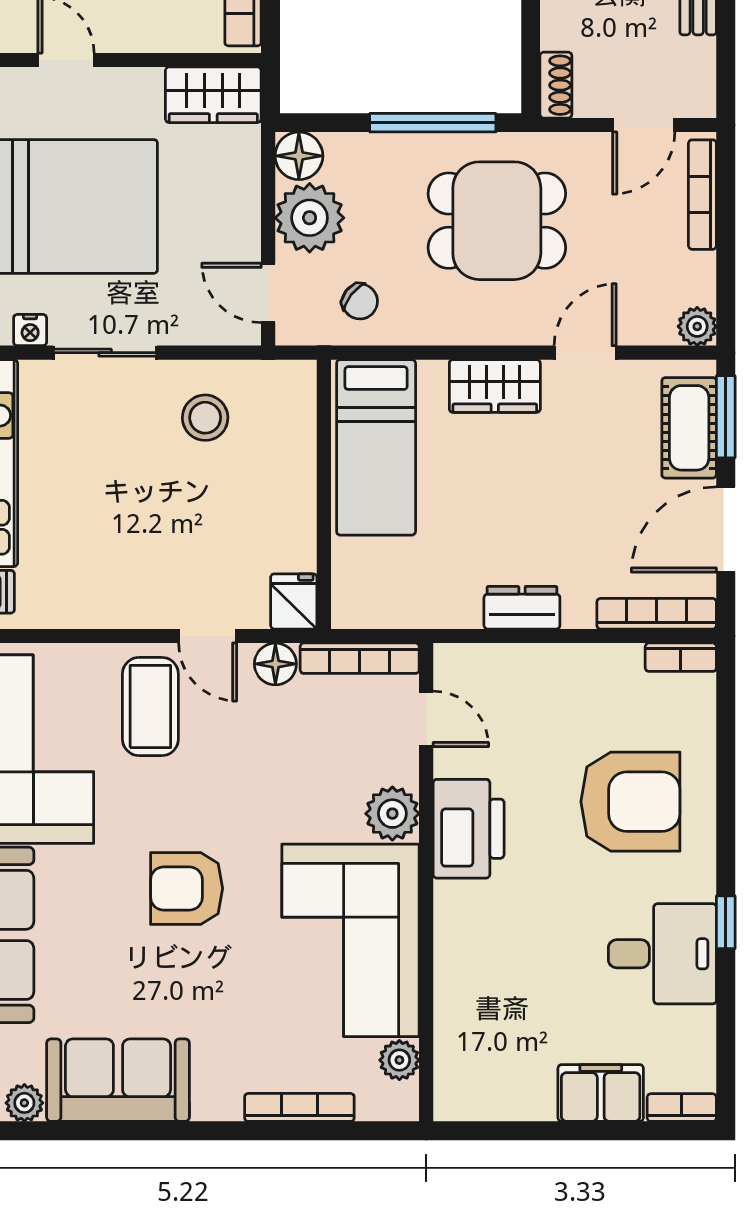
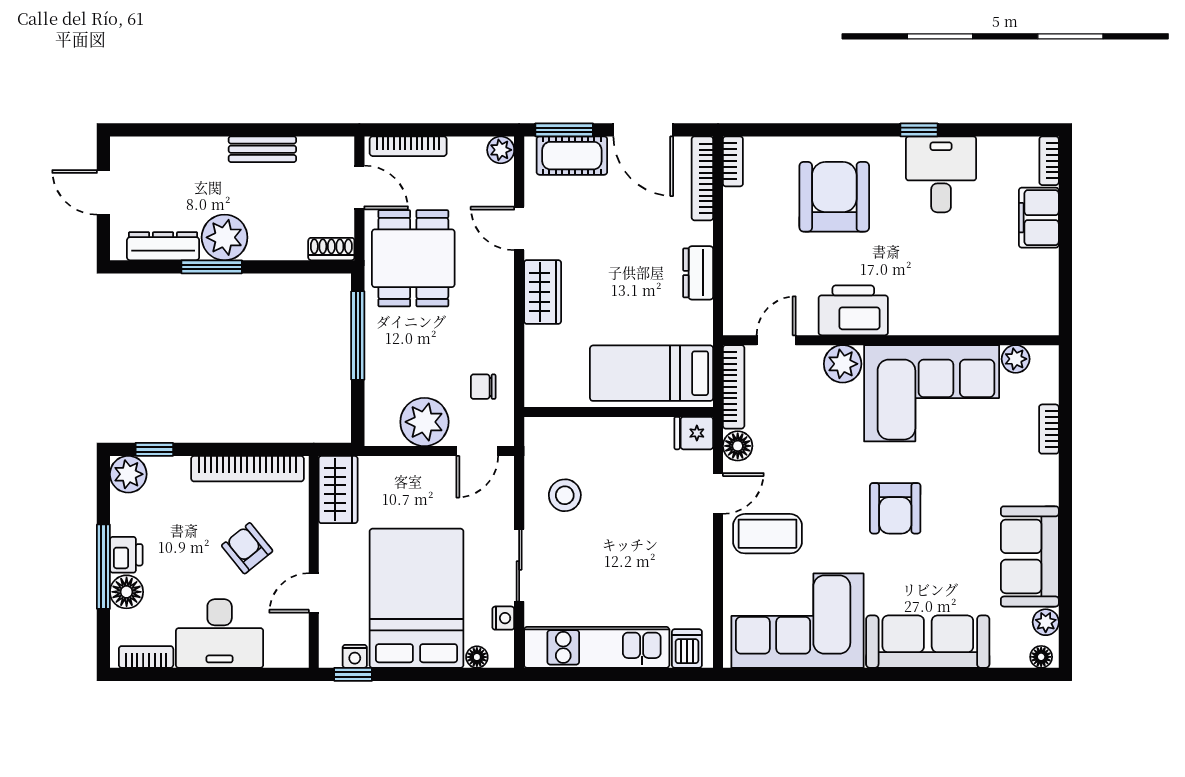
floor lamp: (299, 156) -> (381, 429), removed
dining table: (497, 221) -> (413, 258), moved
chair: (360, 301) -> (483, 387), turned -128
bed: (376, 447) -> (652, 373), moved, turned 180
bookcase: (299, 1107) -> (1049, 429), width x0.64

